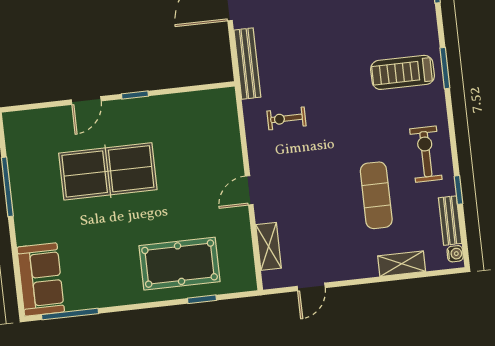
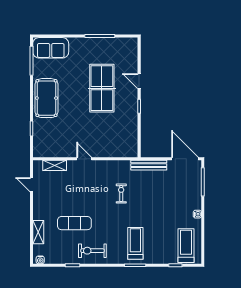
exercise bike: (286, 118) -> (121, 194), moved
exercise bike: (426, 154) -> (92, 251), turned 180
bench: (450, 221) -> (57, 259), removed
pool table: (180, 264) -> (46, 98), moved

